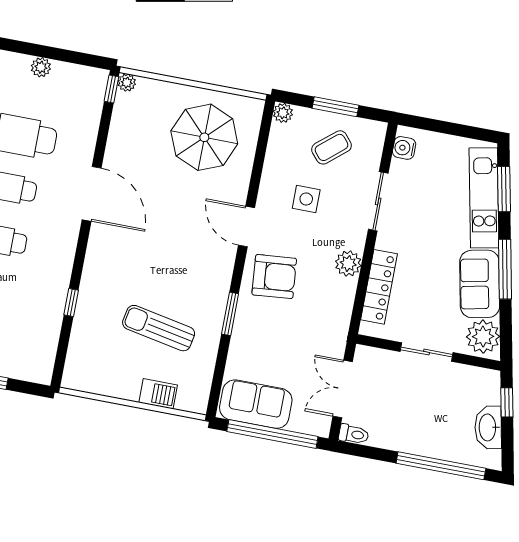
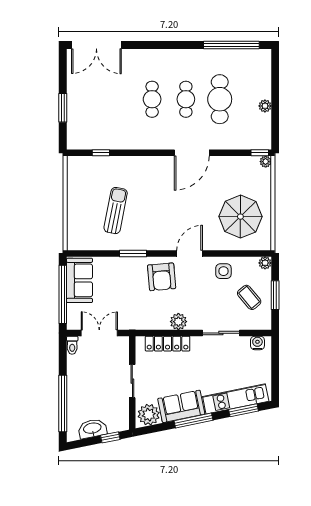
side table: (306, 199) -> (223, 271), moved
window: (71, 302) -> (101, 153), moved
barbecue: (158, 394) -> (74, 218), removed

